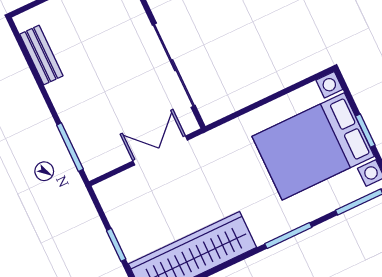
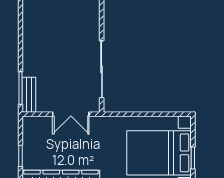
bench: (41, 55) -> (29, 95), moved
double door: (160, 151) -> (71, 114), swing flipped

